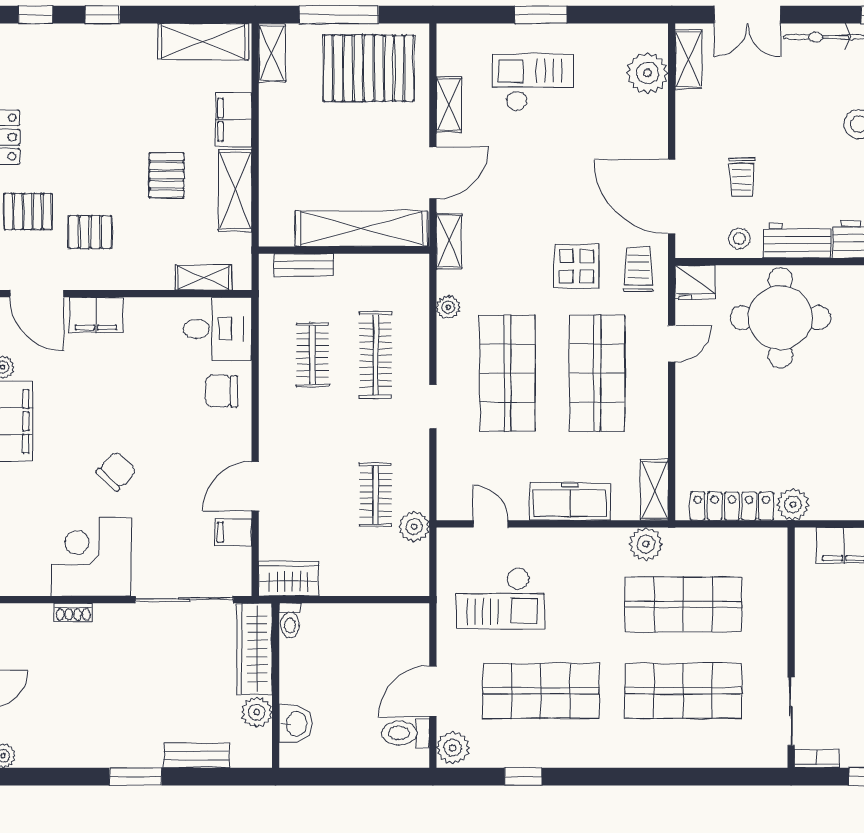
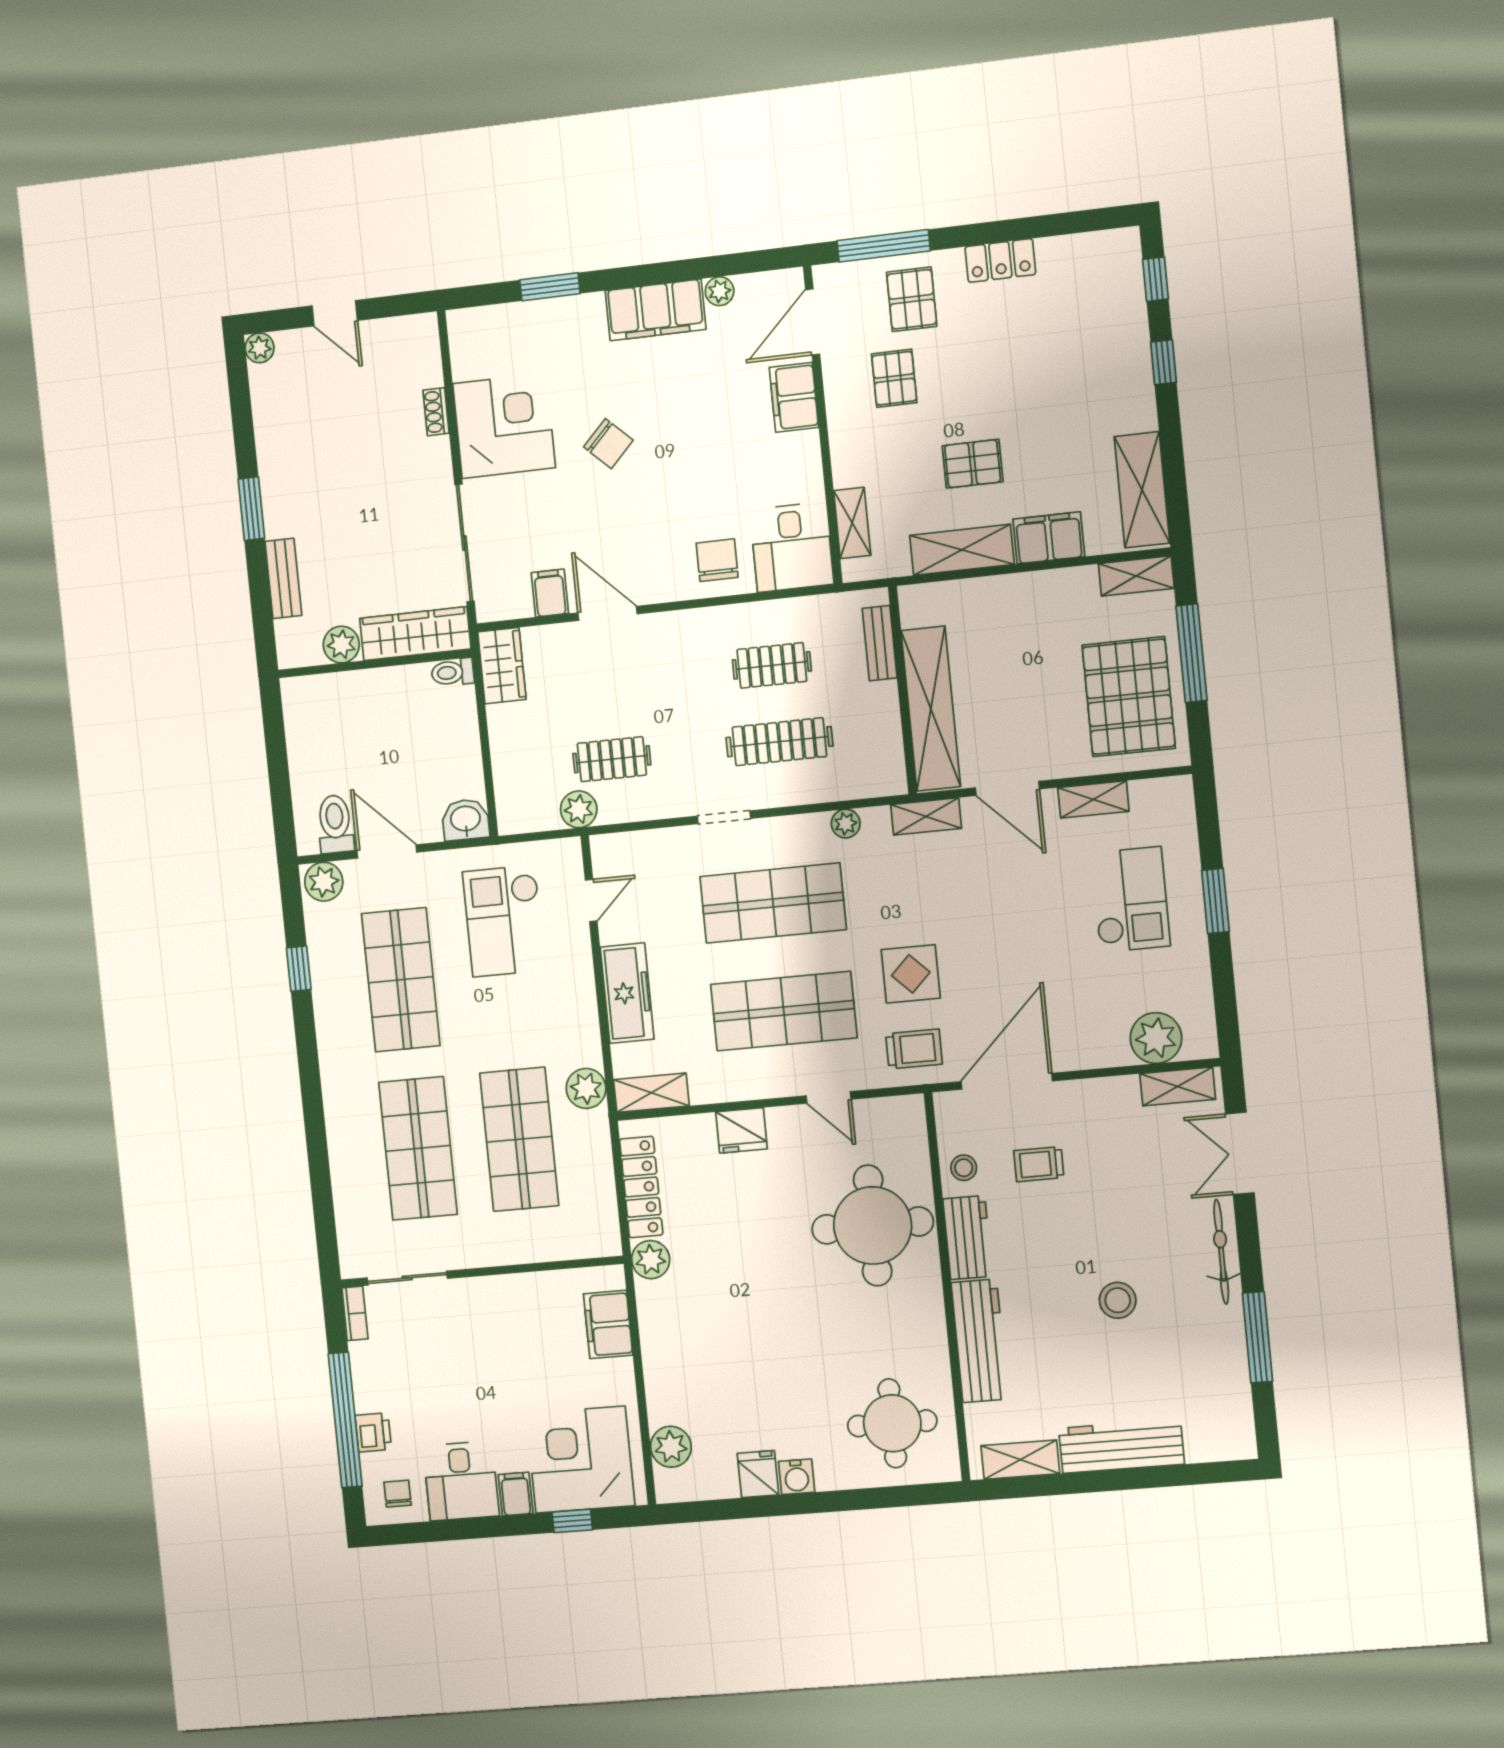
fridge: (695, 282) -> (742, 1130), moved, turned -90
washbasin: (295, 724) -> (465, 820), moved, turned 180

